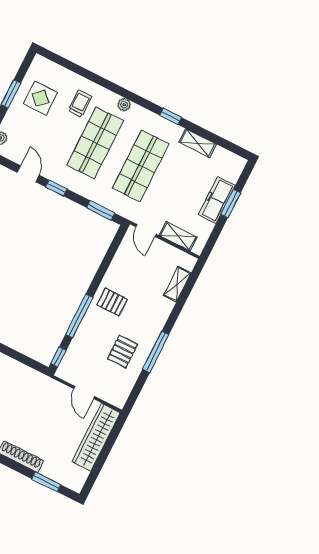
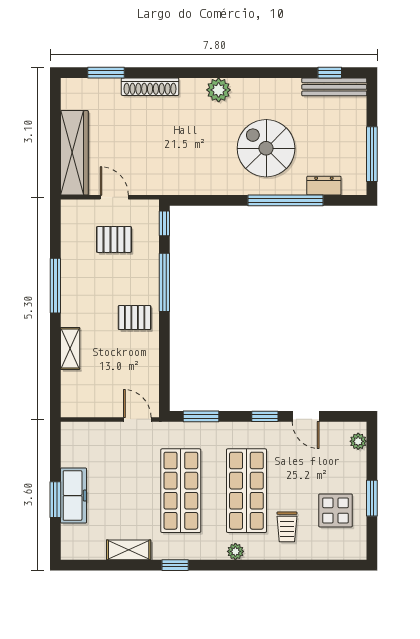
shelving: (178, 236) -> (97, 432), removed
shelving: (177, 284) -> (70, 348), moved
pallet: (123, 351) -> (114, 239), moved, turned 90

